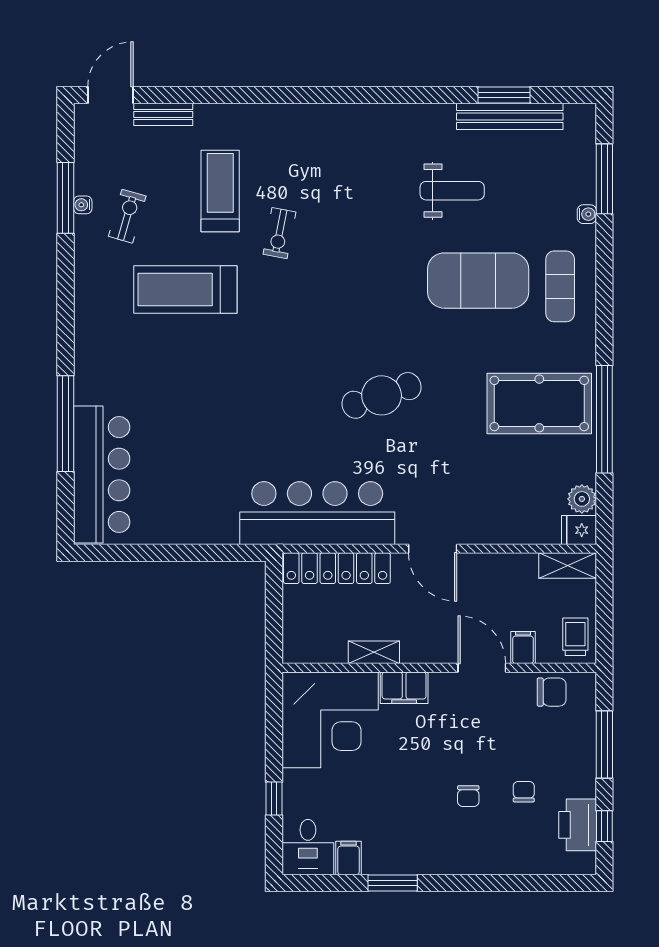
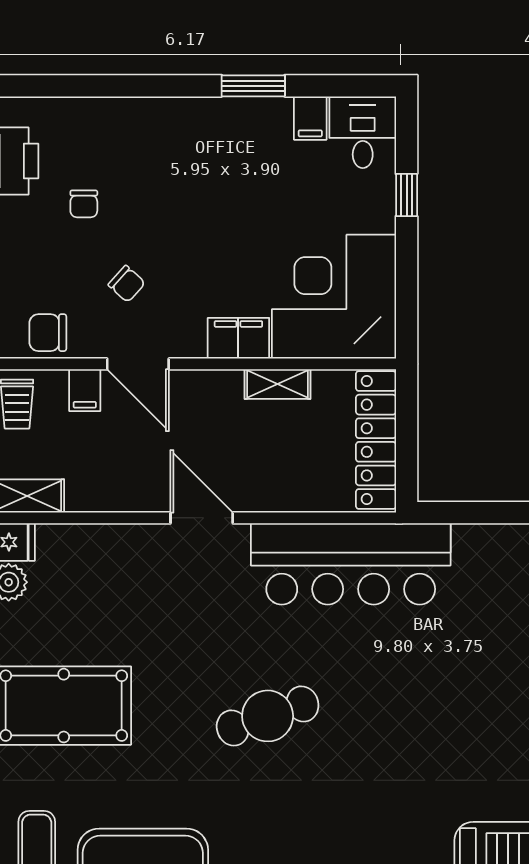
locker: (337, 568) -> (376, 440), moved, turned -90
chair: (468, 796) -> (127, 284), moved, turned 132

